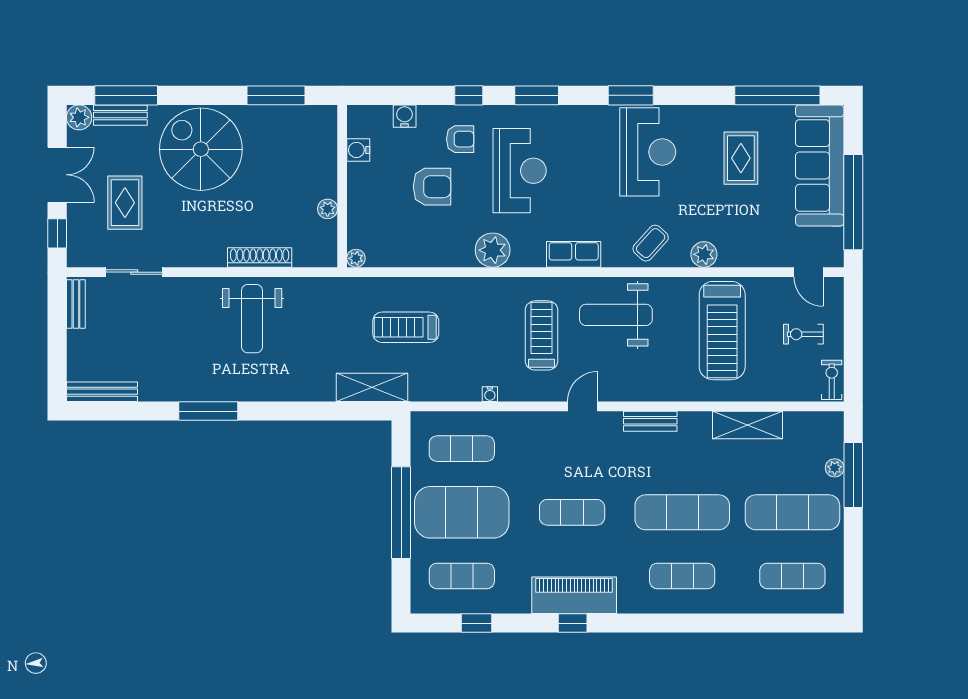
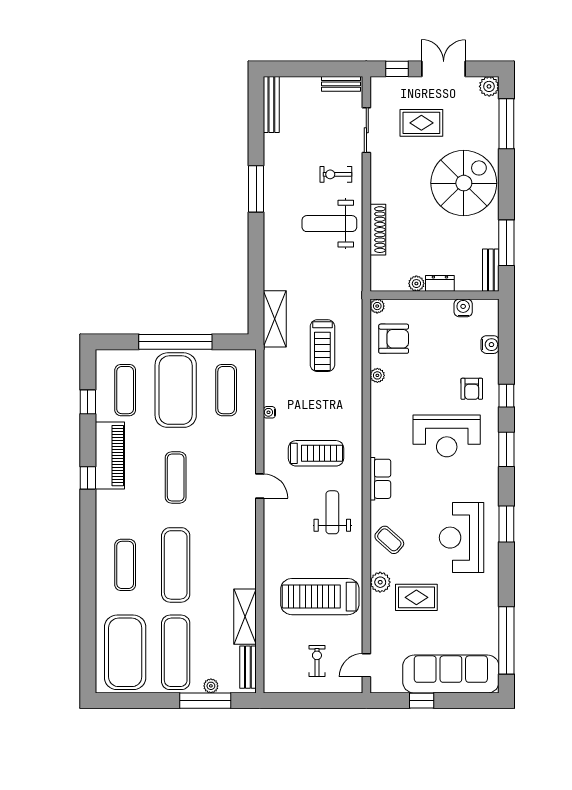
bench: (120, 115) -> (491, 270), moved
reception desk: (648, 152) -> (462, 538), turned 90
rug: (741, 158) -> (416, 597), moved
double door: (57, 175) -> (444, 69), swing flipped
dresser: (327, 179) -> (440, 283), added
armchair: (432, 187) -> (394, 339), moved, turned -90
window: (853, 202) -> (422, 701), width x0.32
plant: (493, 250) -> (377, 375), moved, width x0.53, depth x0.53
weight bench: (616, 315) -> (332, 512), width x0.73, depth x0.75
treadmill: (406, 327) -> (322, 346), turned 180
exercise bike: (832, 380) -> (336, 174), moved, turned 180
bench: (650, 421) -> (248, 667), moved
exercise mat: (792, 576) -> (125, 652), width x2.00, depth x1.45
piano: (574, 595) -> (110, 456), moved

